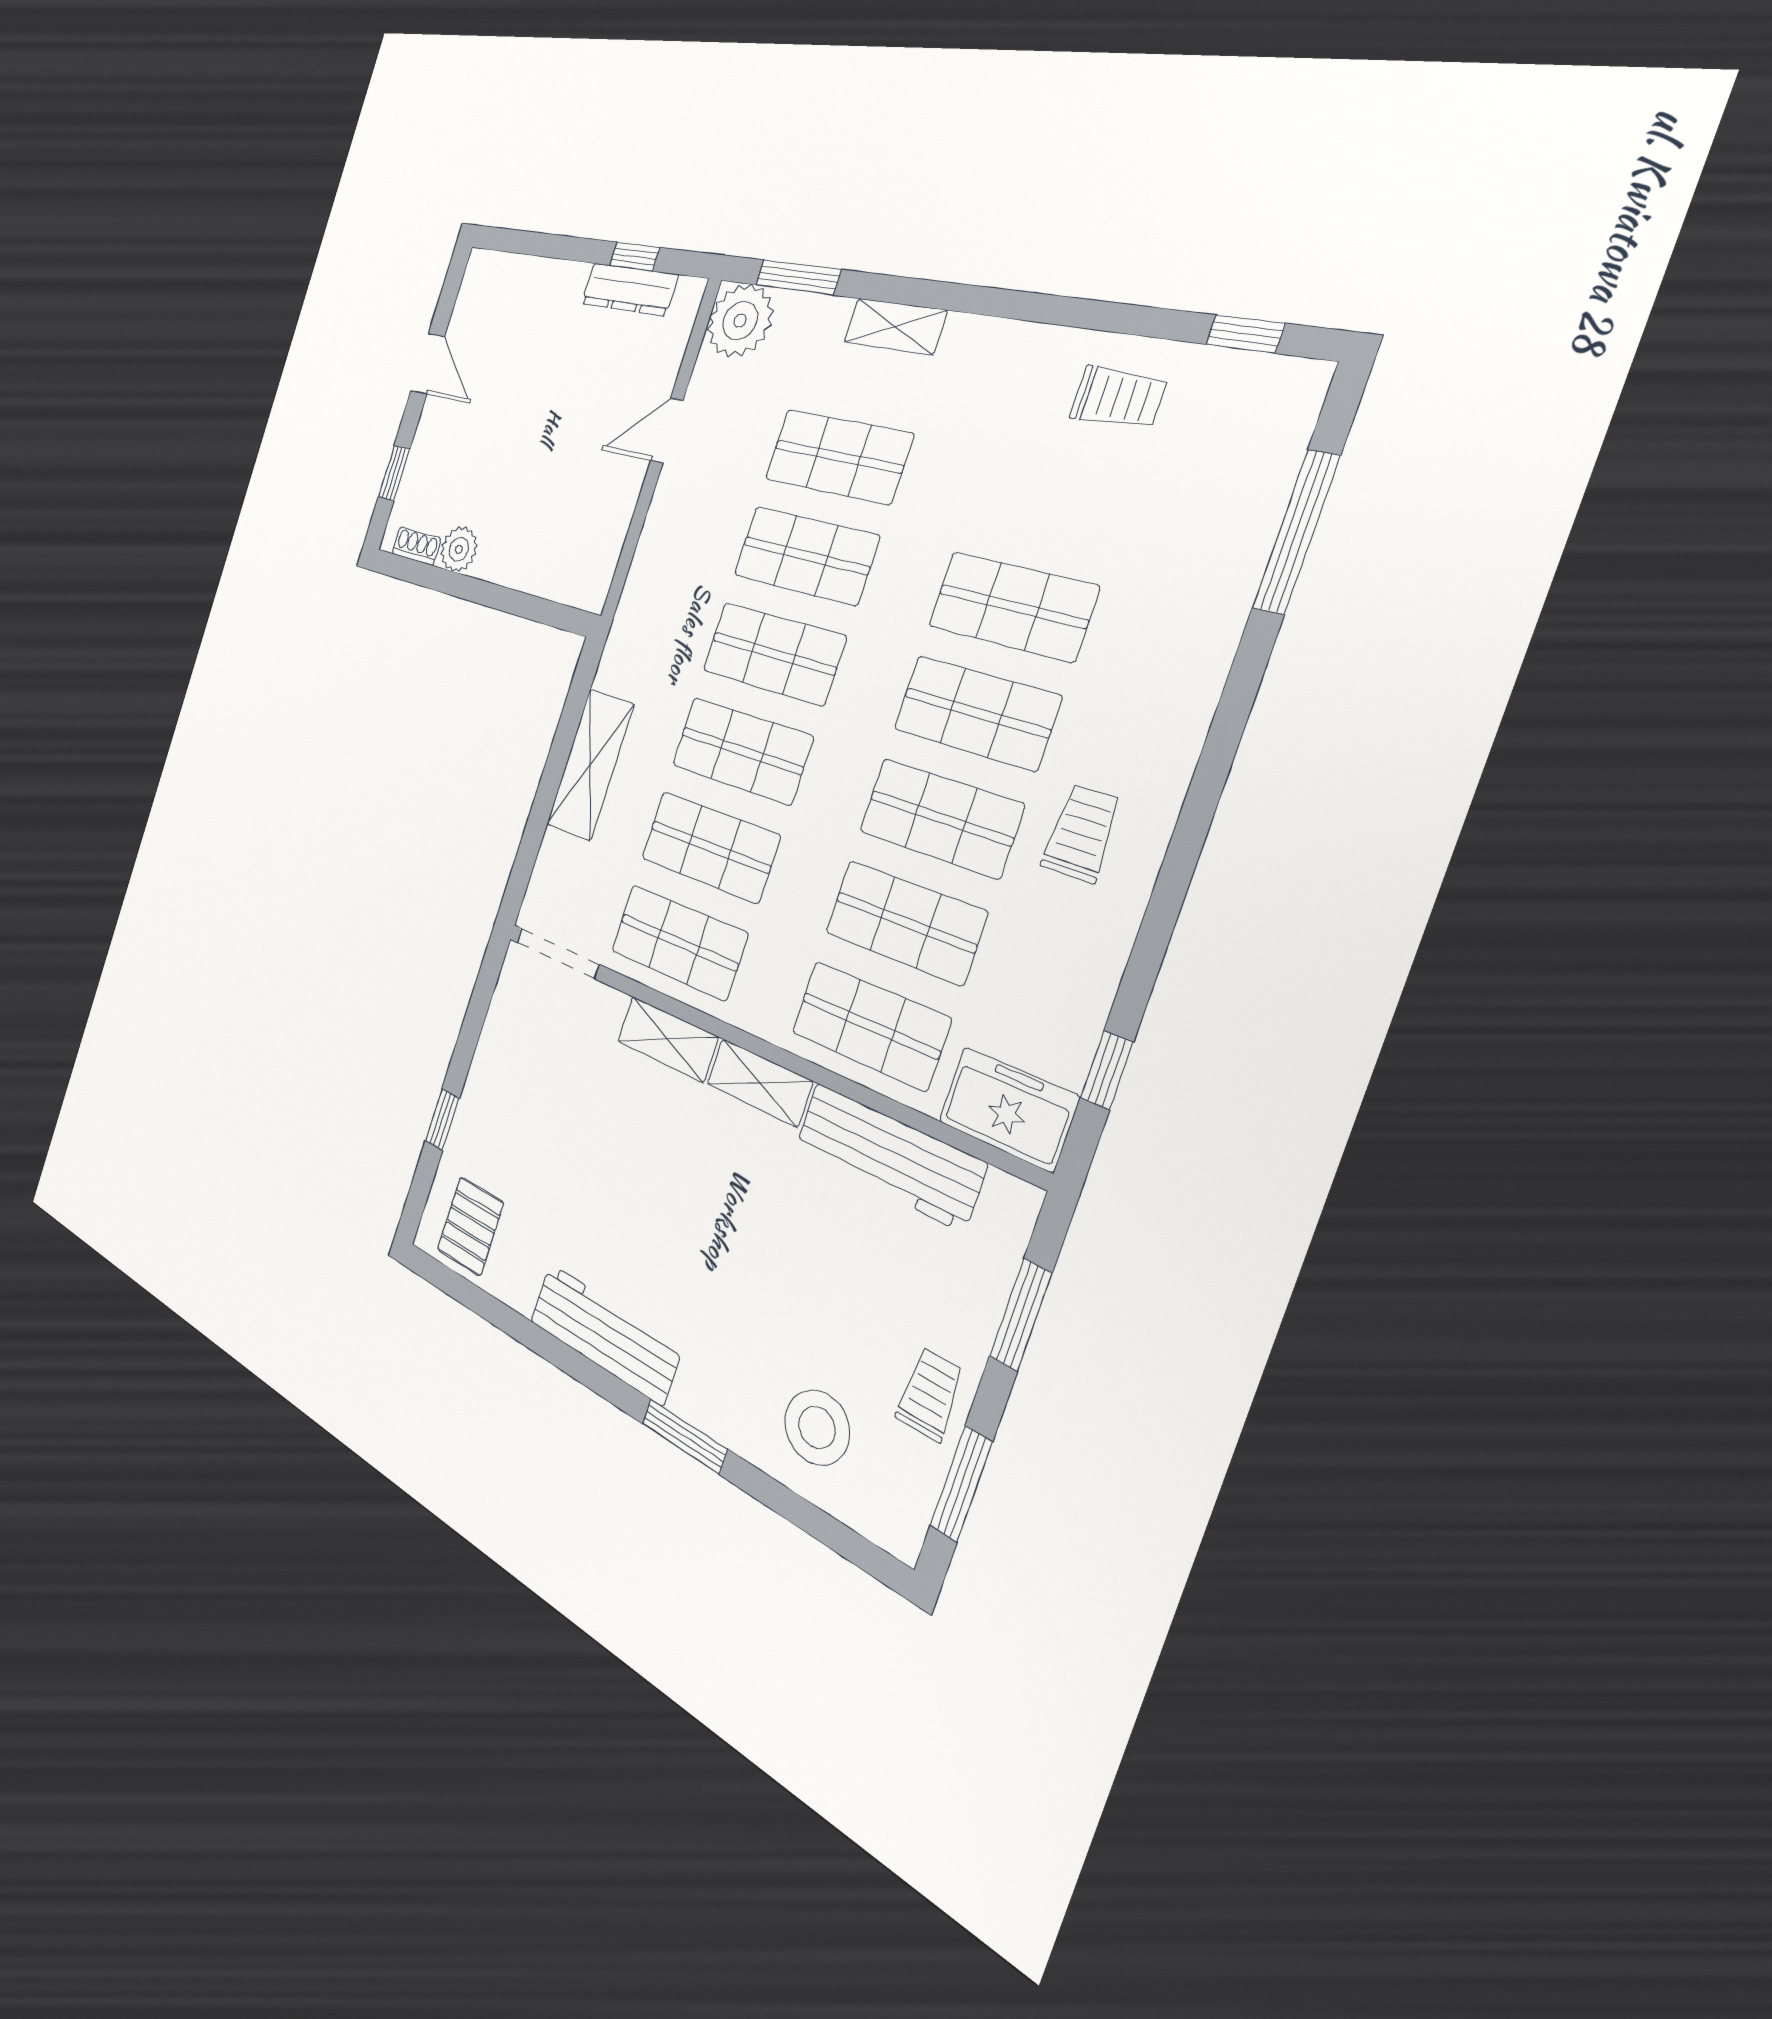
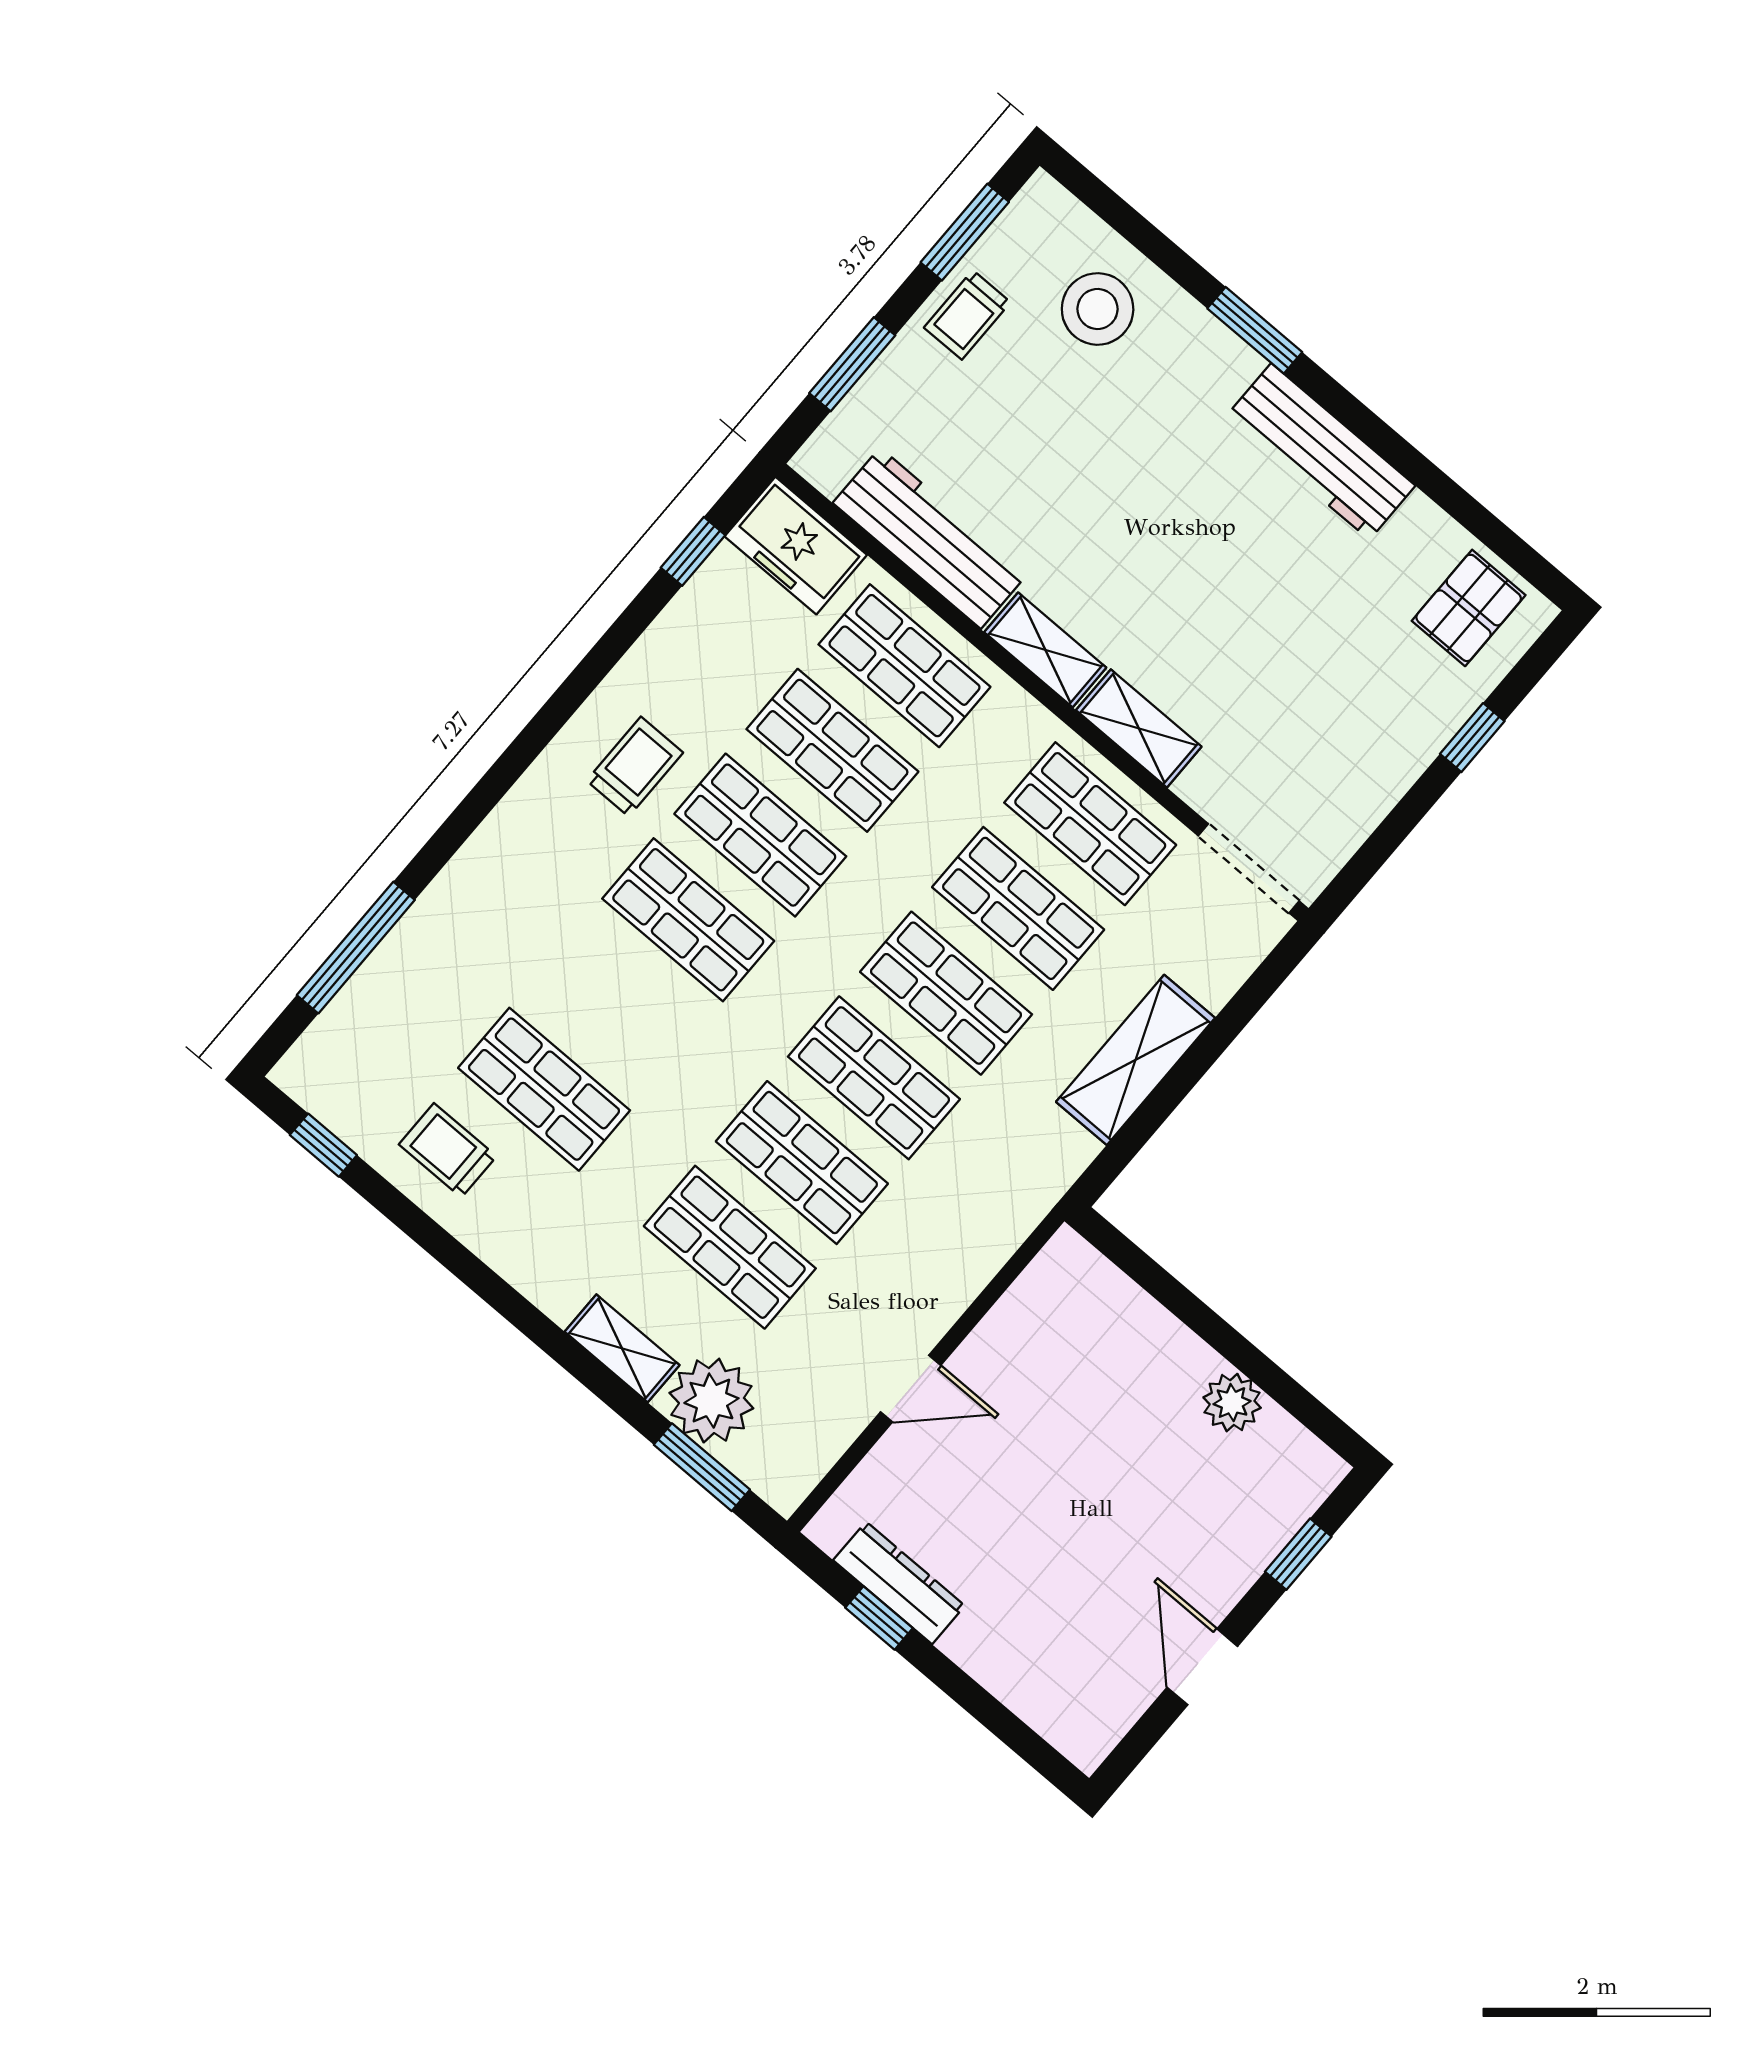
plant: (740, 321) -> (711, 1401), moved
shoe rack: (416, 546) -> (1294, 1440), removed
shop shelf: (1012, 606) -> (544, 1089), moved
trolley: (1081, 833) -> (635, 767), turned 180

